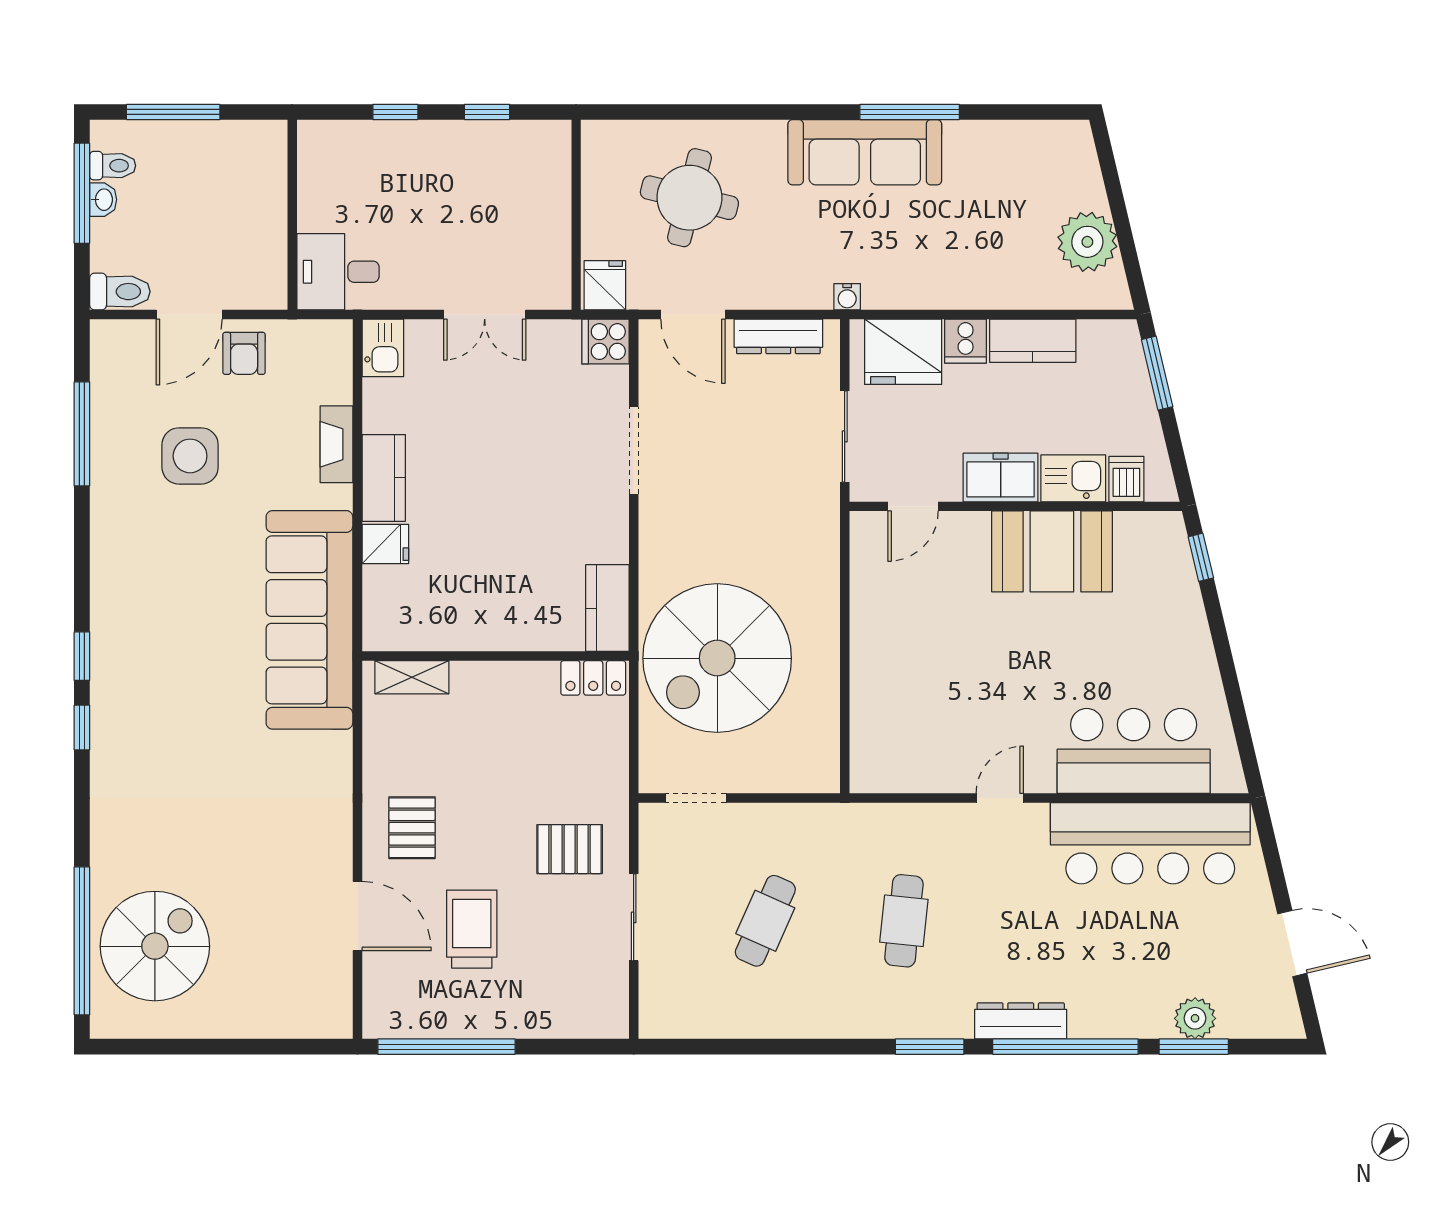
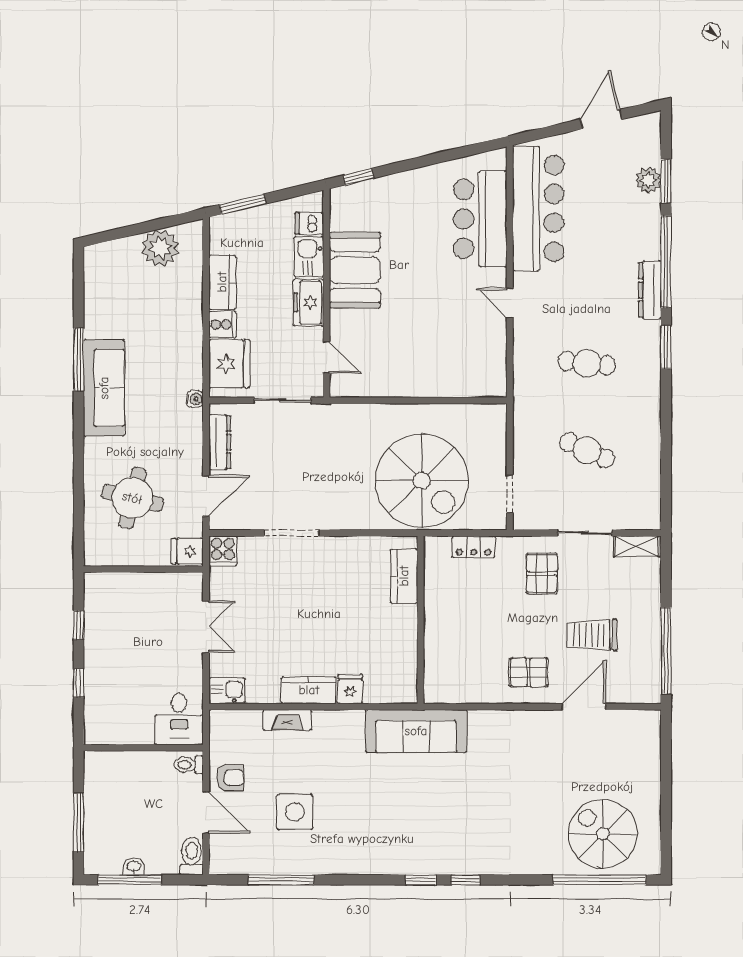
toilet: (113, 166) -> (189, 765), moved, turned -90
kitchen counter: (607, 608) -> (404, 576), moved, turned 90
sofa: (309, 620) -> (416, 731), width x0.74, depth x0.79
shelving: (412, 677) -> (637, 546), moved, turned 90
locker: (593, 678) -> (474, 547), moved, turned 90

